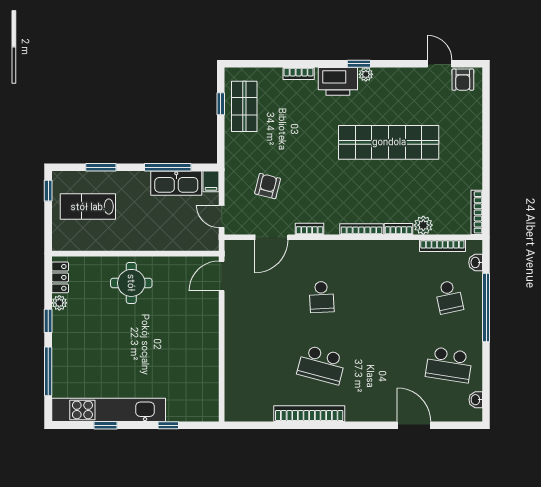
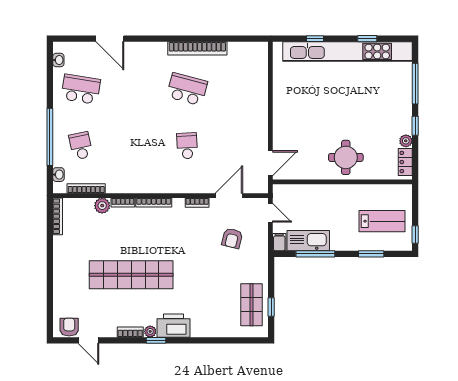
bookcase: (299, 74) -> (130, 332), moved
kitchen unit: (109, 410) -> (347, 51), width x1.36

